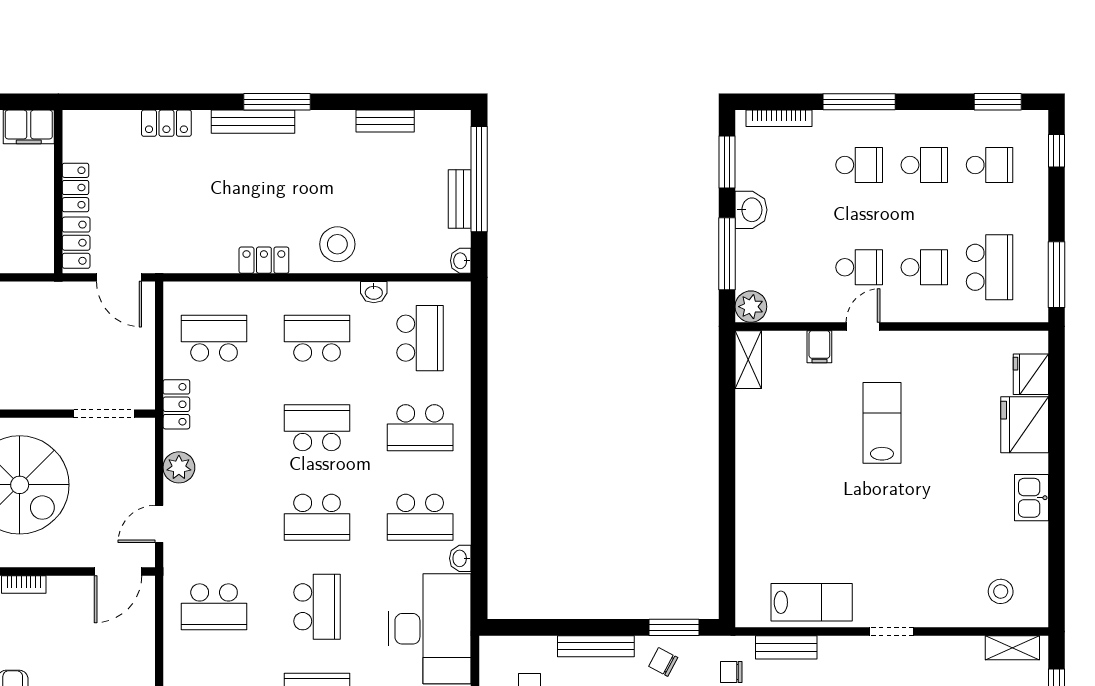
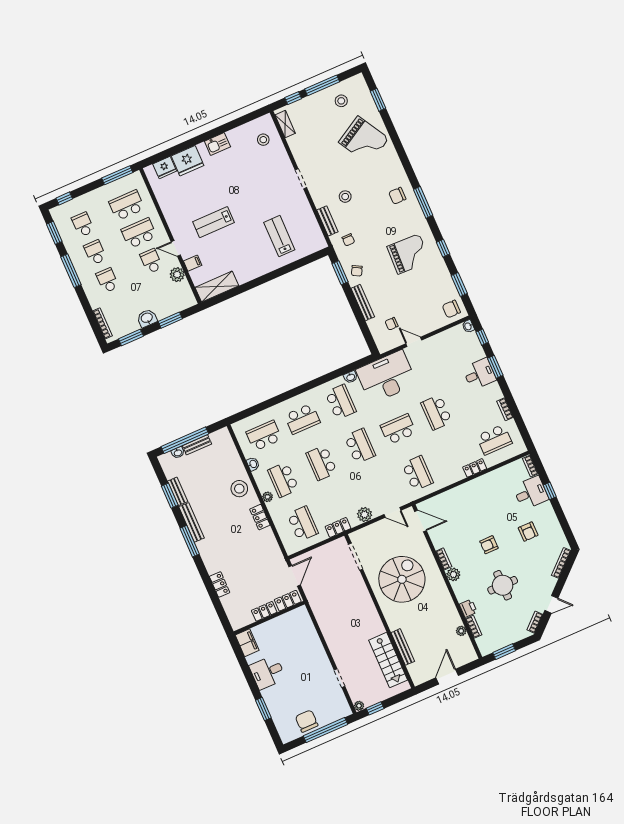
window: (384, 102) -> (170, 496), added
window: (859, 102) -> (71, 271), moved
bench: (253, 122) -> (192, 522), moved
window: (727, 254) -> (170, 320), width x0.69
washbasin: (461, 261) -> (178, 453), moved
school desk: (924, 267) -> (139, 233), width x1.85
plant: (297, 293) -> (268, 497), added
plant: (751, 307) -> (177, 275), moved
school desk: (214, 338) -> (303, 524), turned 180
shelving: (748, 360) -> (217, 287), width x1.50, depth x1.33
school desk: (420, 428) -> (302, 419), turned 90
lab bench: (812, 602) -> (279, 236), moved

